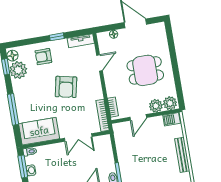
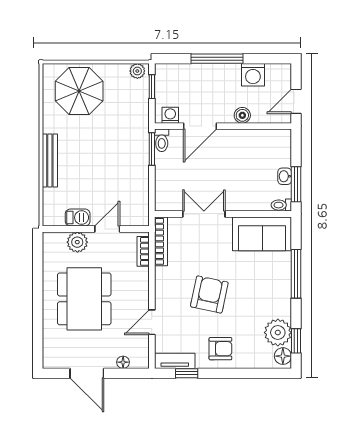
window: (57, 37) -> (187, 373), moved
armchair: (43, 57) -> (220, 349), moved
dining table: (145, 70) -> (84, 299), width x1.38
plant: (170, 103) -> (55, 242), removed
barbecue: (172, 119) -> (78, 217), moved

